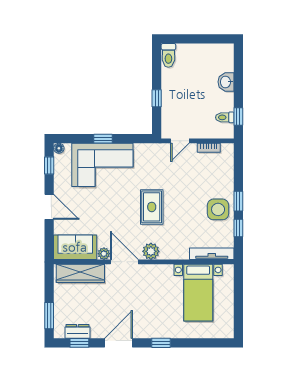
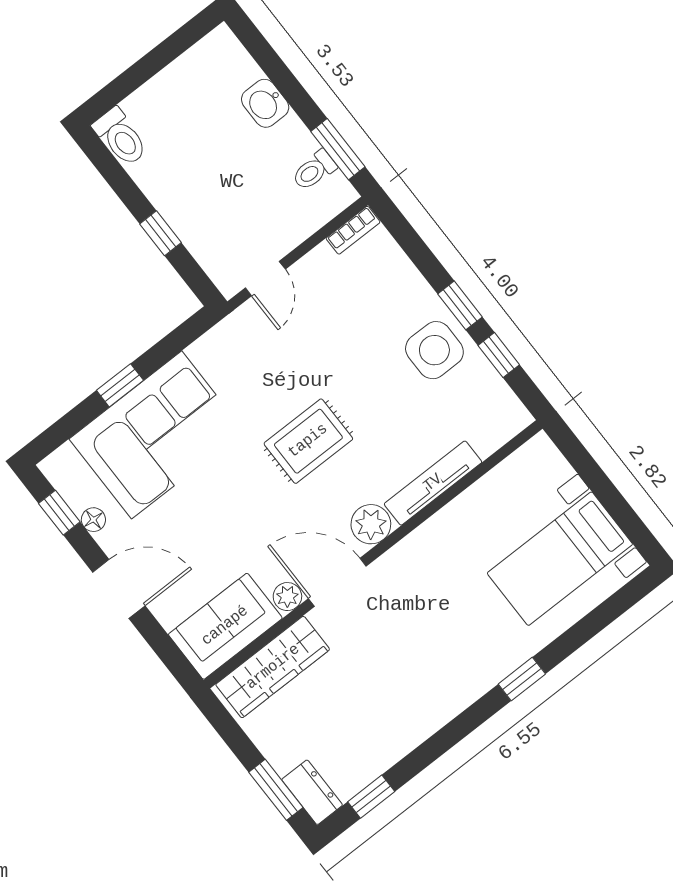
window: (238, 116) -> (338, 149), width x1.50
floor lamp: (59, 148) -> (93, 520), moved
bookcase: (209, 148) -> (353, 230), moved
rug: (152, 207) -> (308, 441), turned 90
tv unit: (212, 254) -> (433, 483), moved
bed with nightstands: (198, 293) -> (560, 559), moved, turned 90
dresser: (77, 331) -> (312, 792), moved, turned 90
door: (118, 343) -> (443, 740), removed

